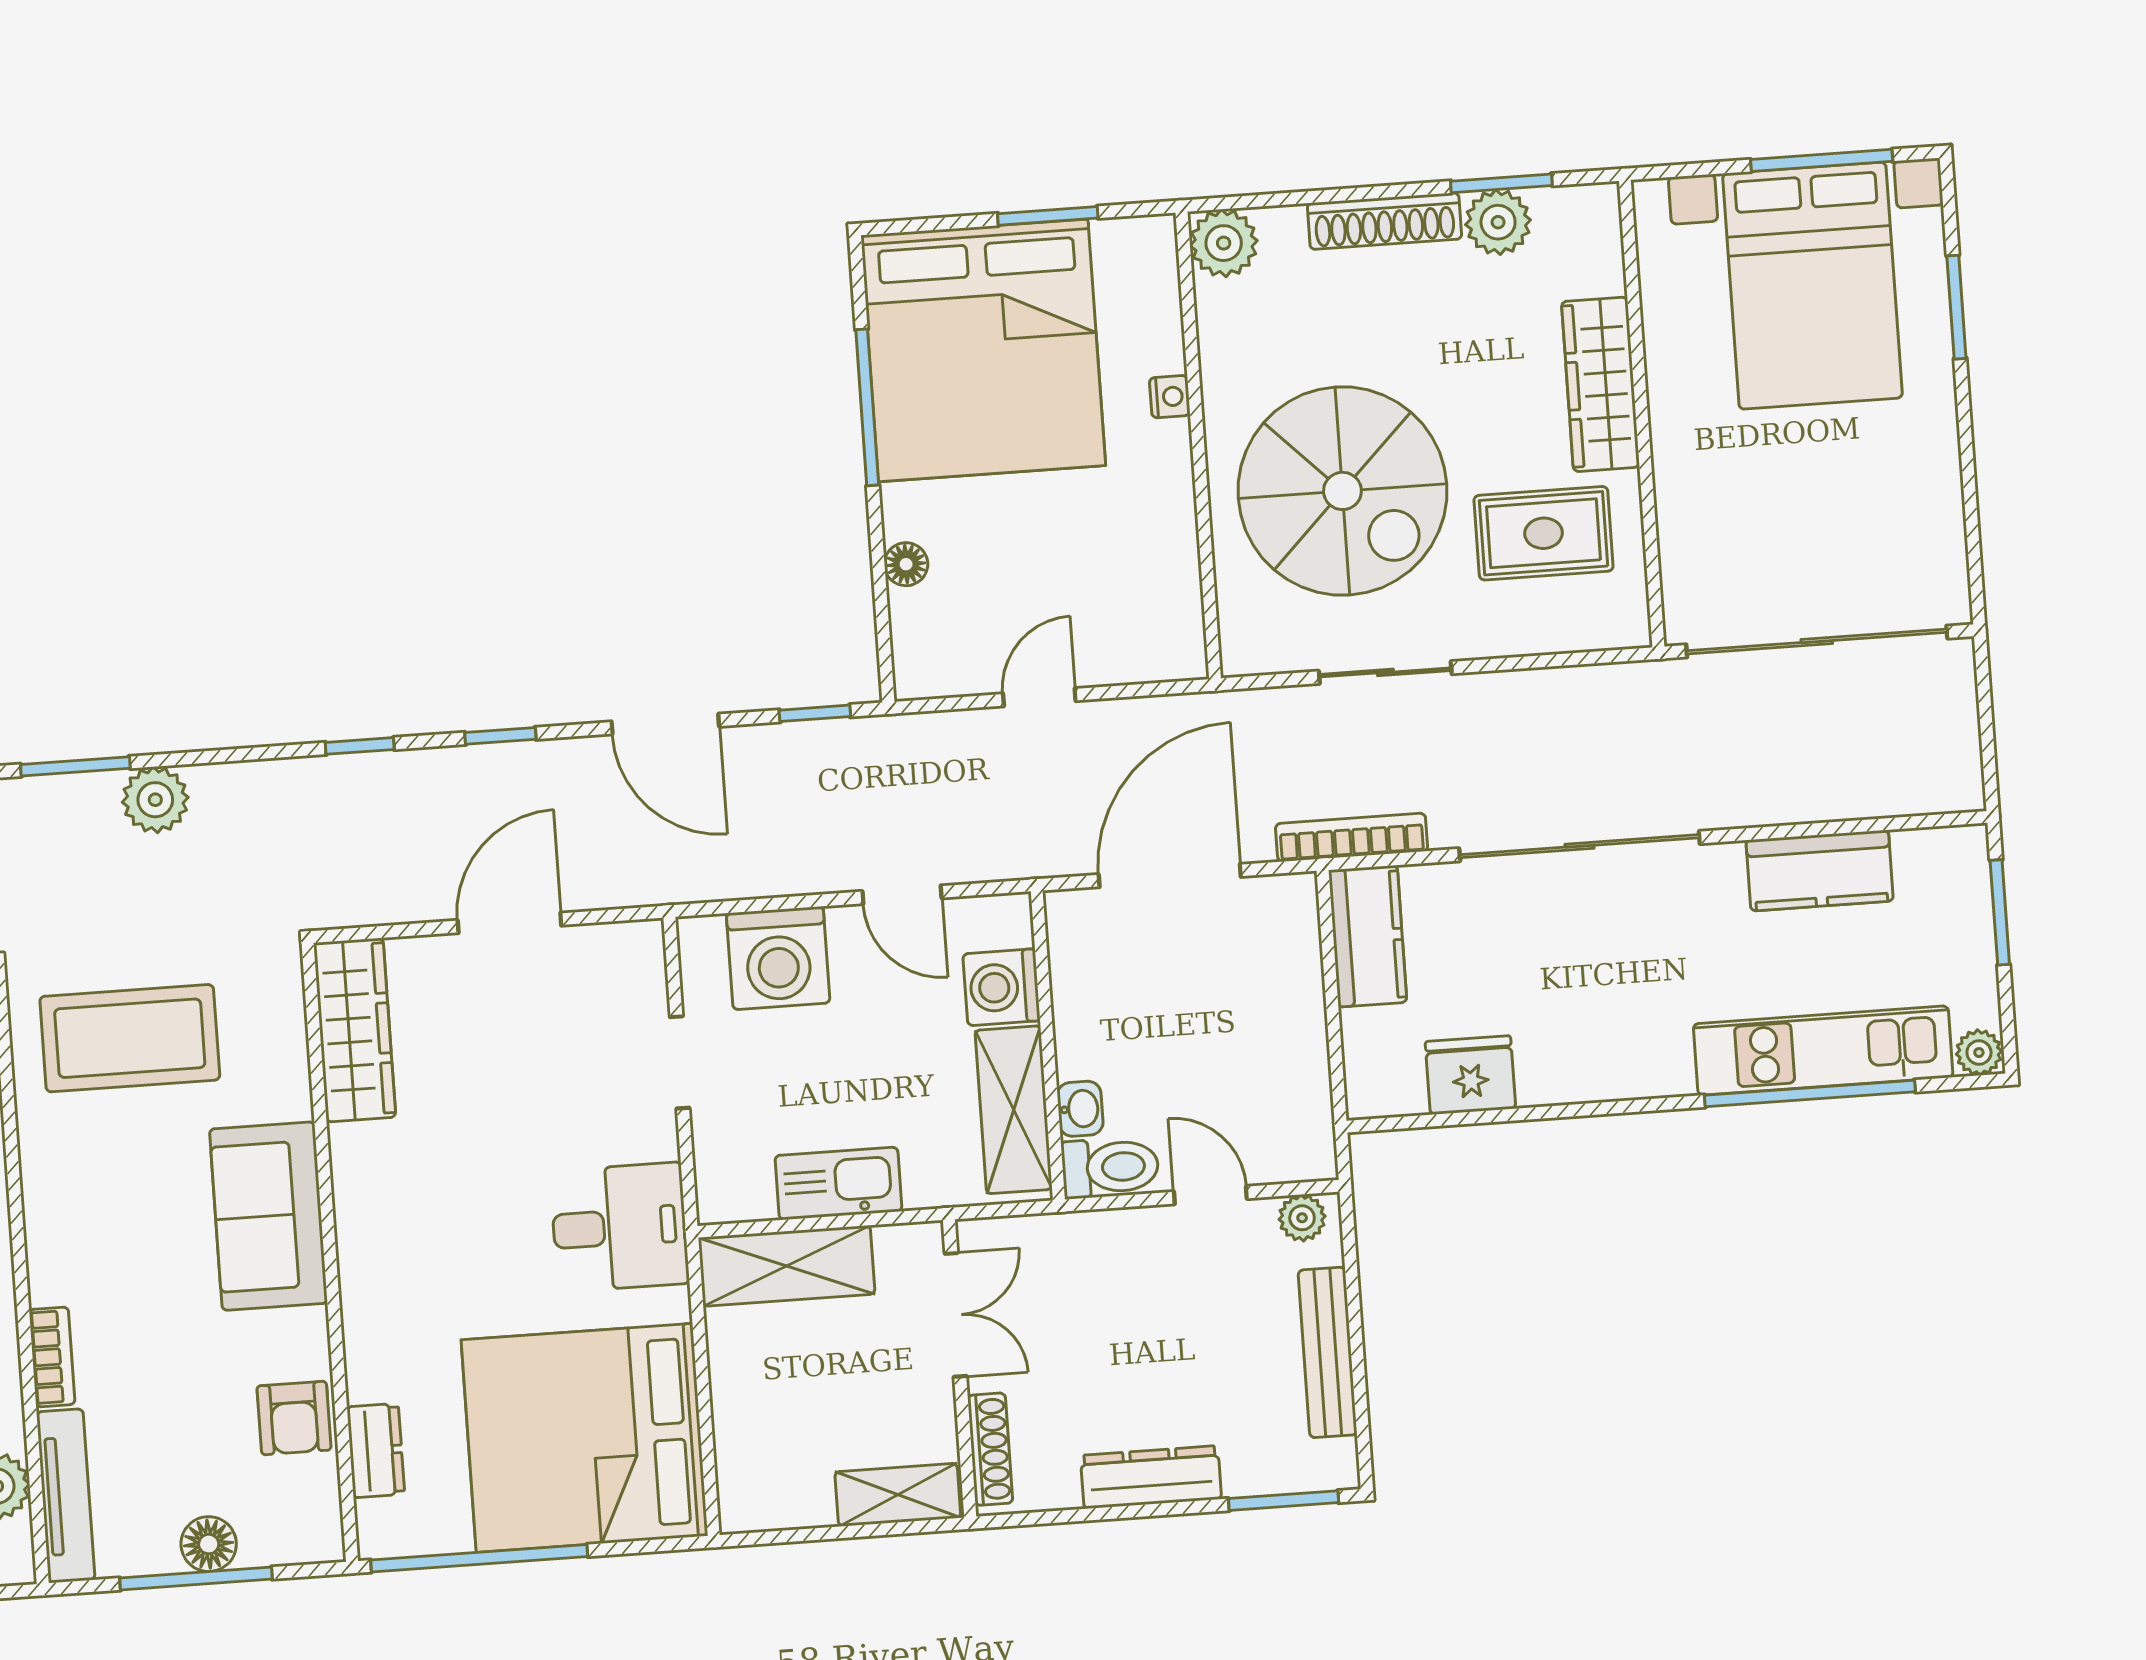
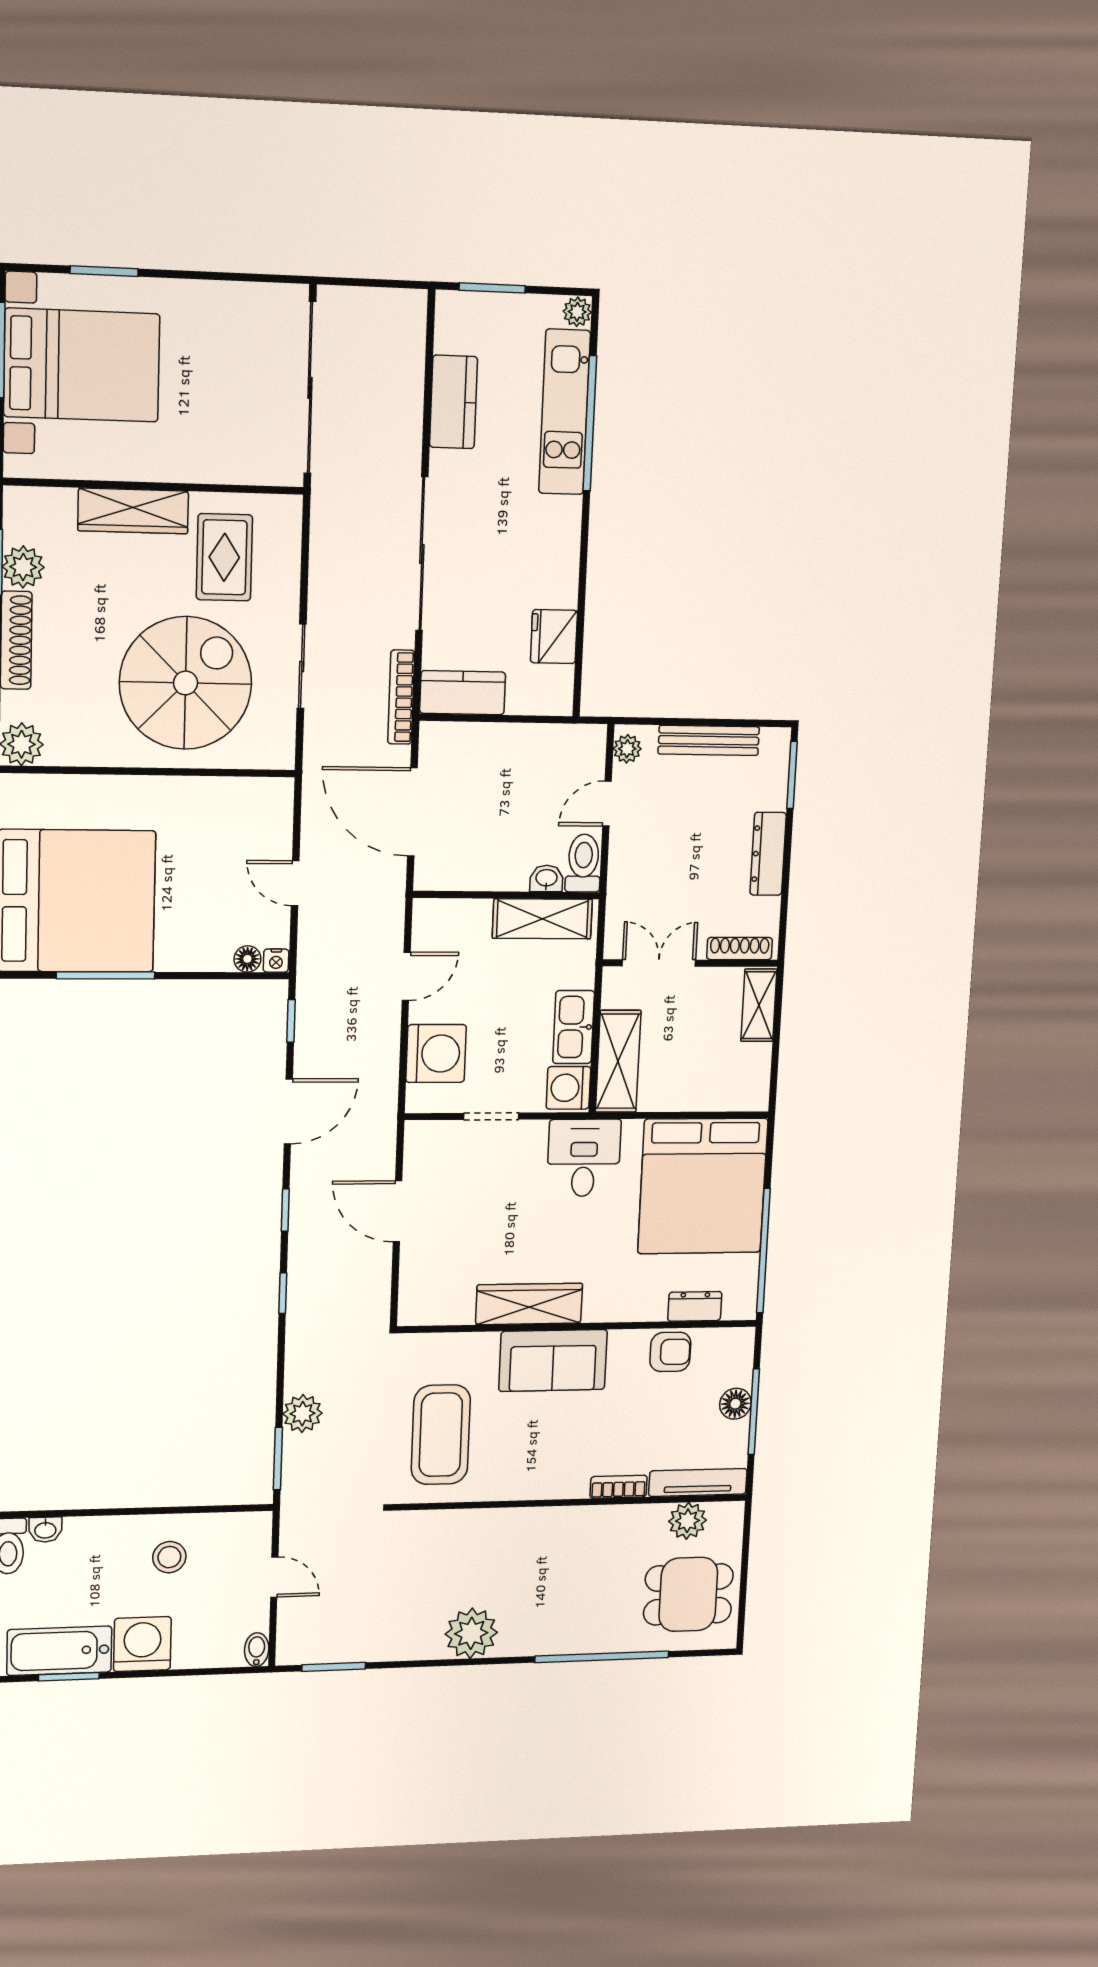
nightstand: (1170, 397) -> (276, 961), moved, turned 180
floor lamp: (906, 564) -> (247, 959), moved
washing machine: (1002, 987) -> (568, 1088), moved, turned 90
wardrobe: (355, 1030) -> (529, 1304), moved

